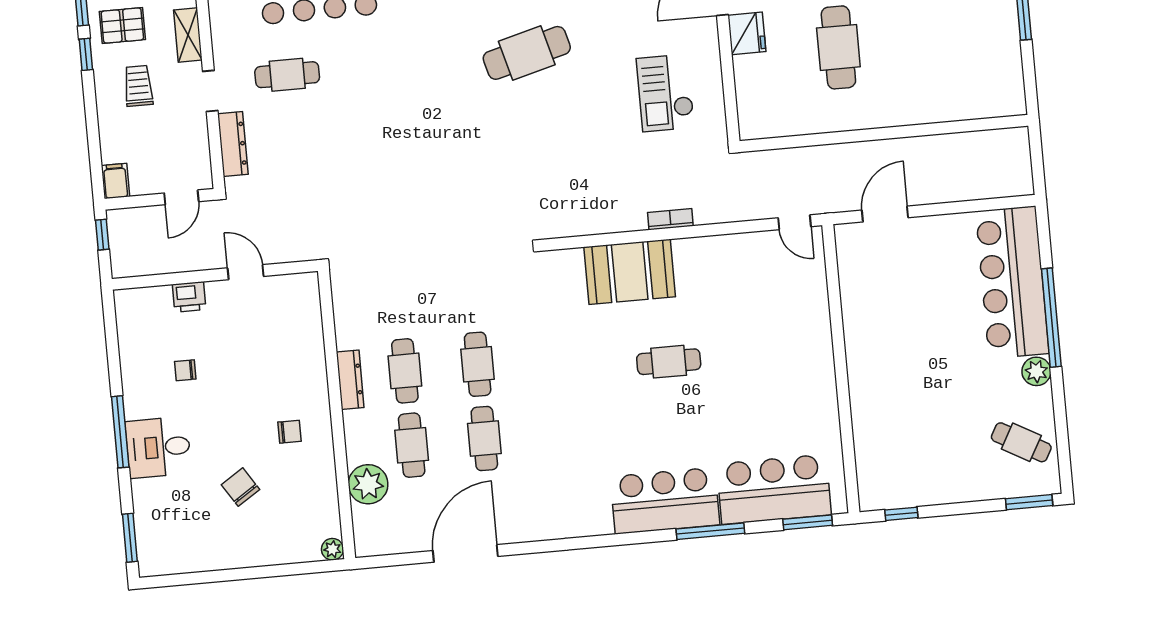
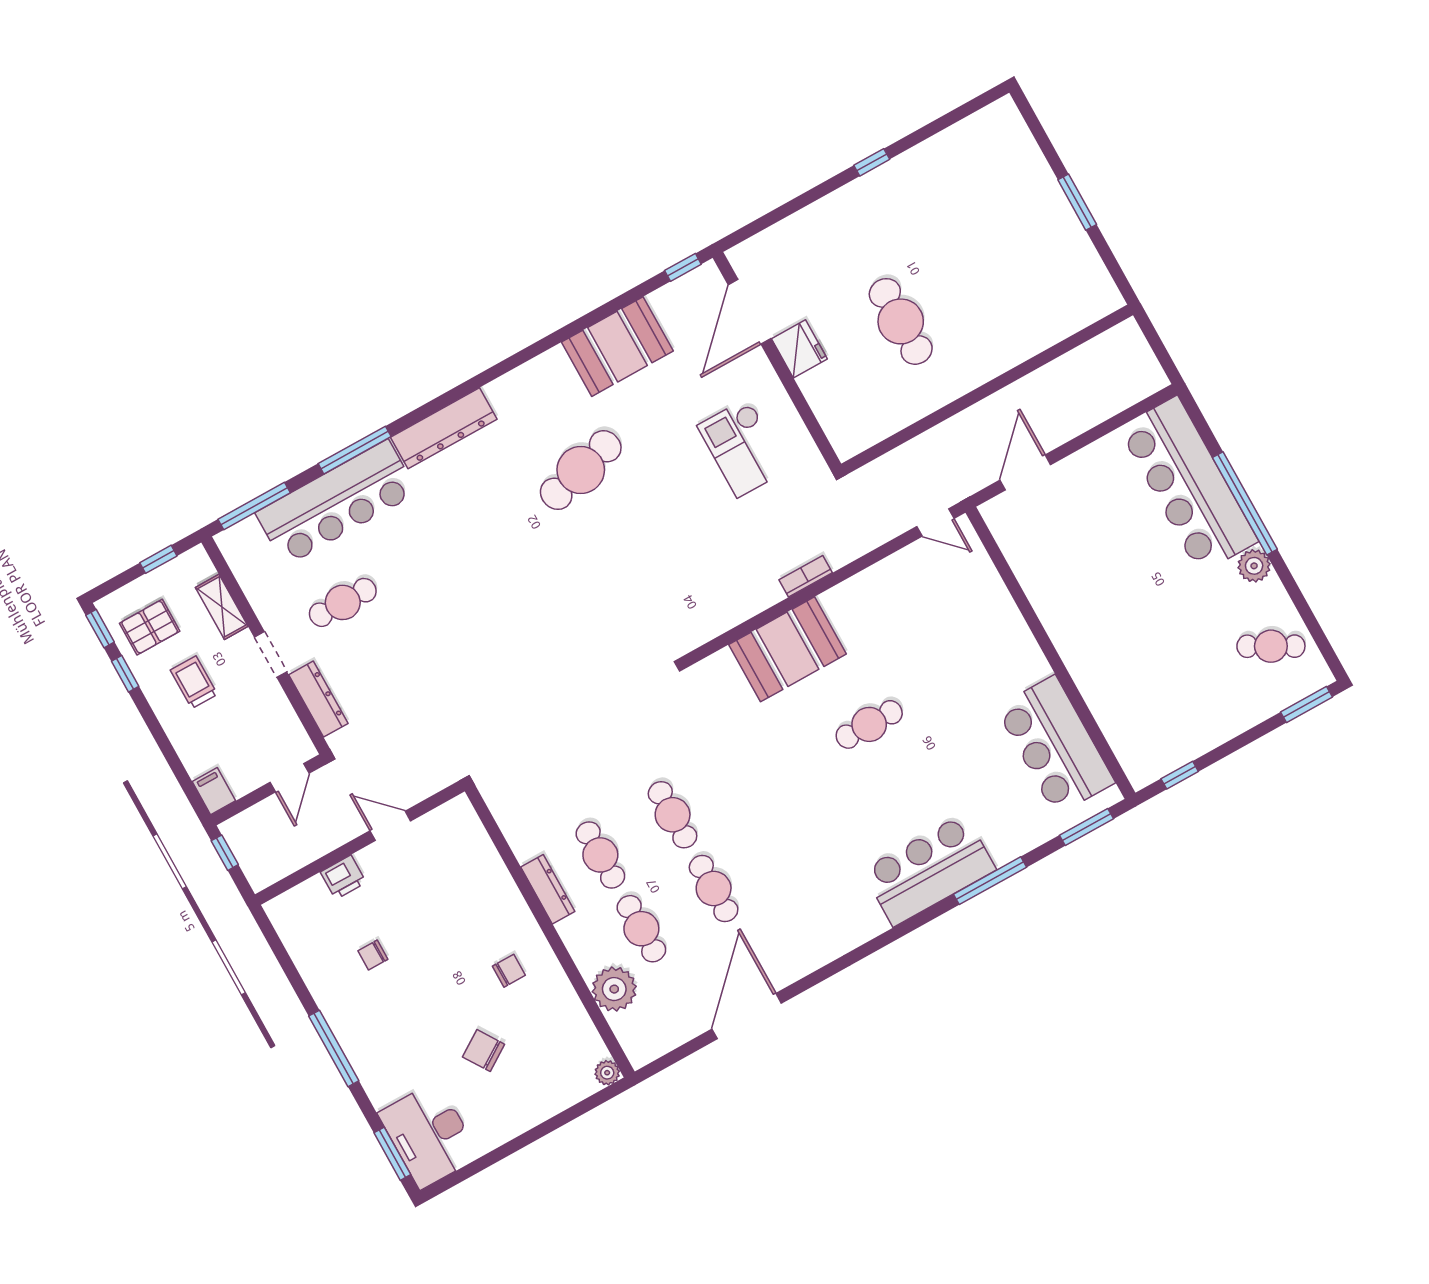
desk: (158, 447) -> (429, 1135), moved, width x1.37
bar counter: (774, 489) -> (1055, 745), moved, turned -90

